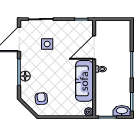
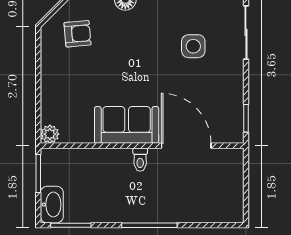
sofa: (84, 81) -> (127, 125), width x0.73

